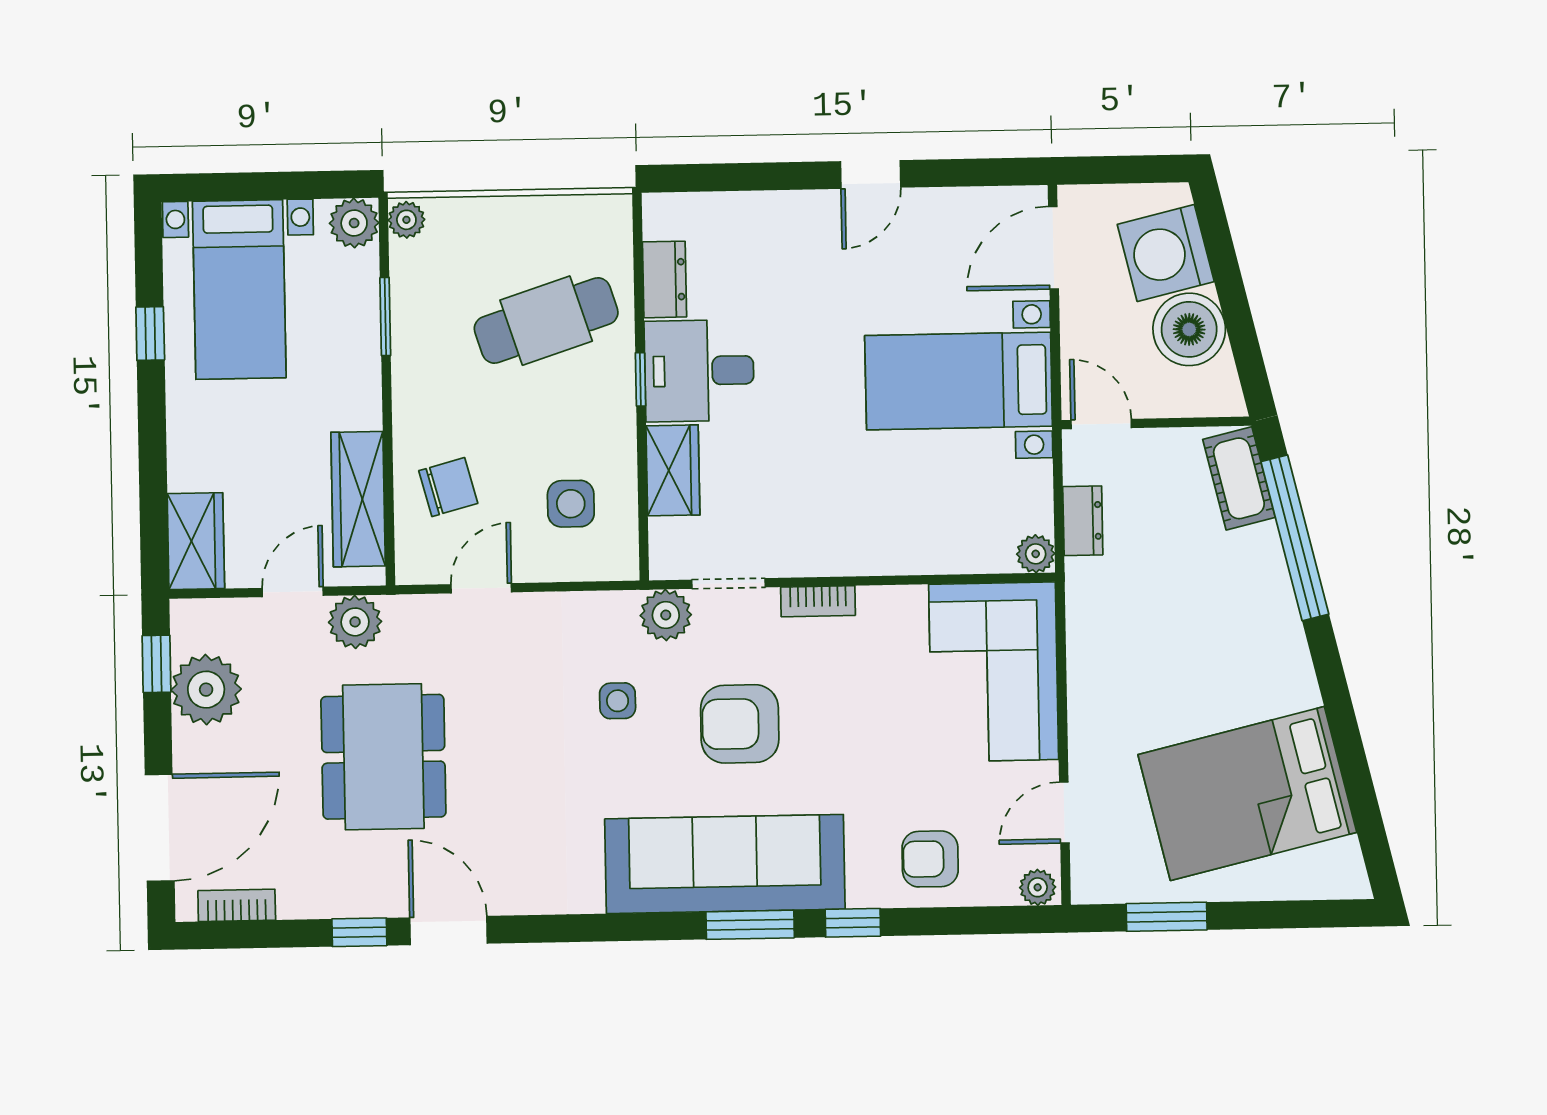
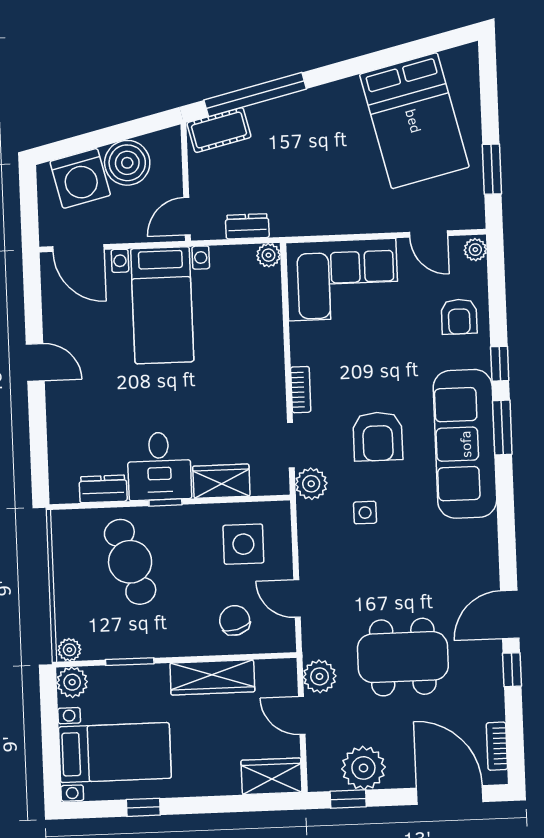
wardrobe: (358, 499) -> (212, 677), moved
side table: (571, 504) -> (243, 544), width x1.37, depth x1.37

